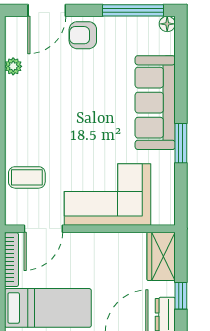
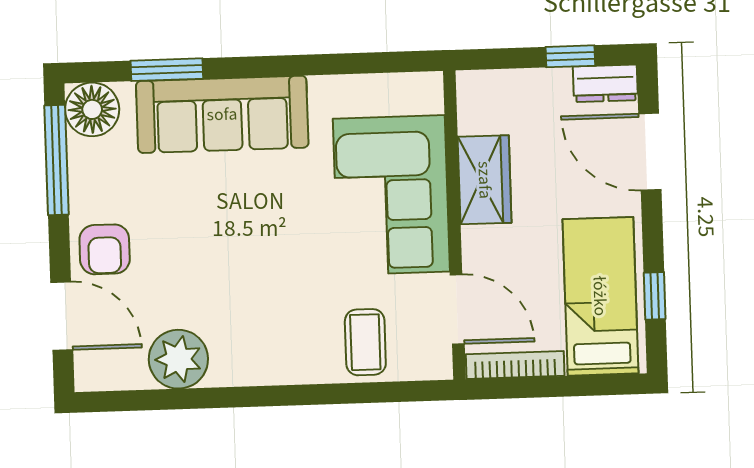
floor lamp: (167, 24) -> (92, 109), width x1.89, depth x1.89
plant: (13, 66) -> (178, 359), width x1.88, depth x1.88
window: (181, 143) -> (167, 70), moved
wardrobe: (161, 256) -> (485, 180), moved, turned -90

